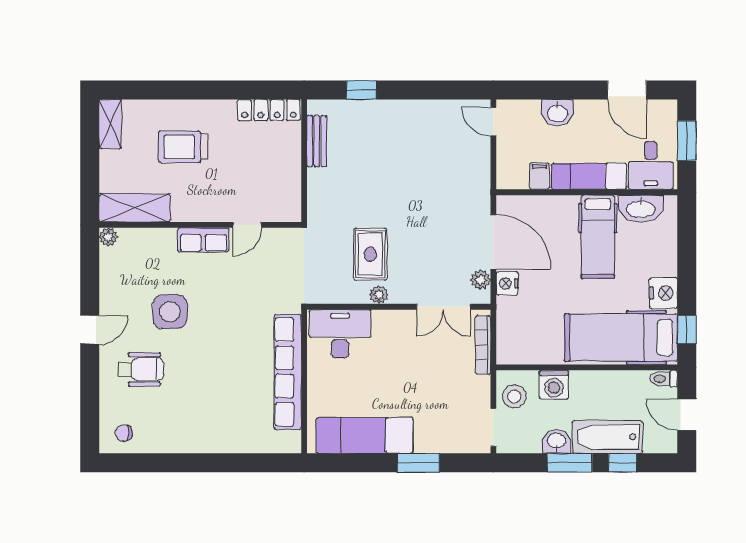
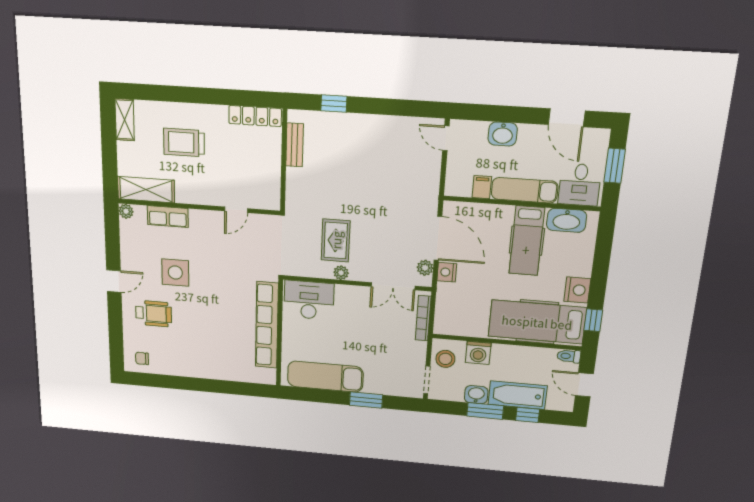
row of seats: (203, 240) -> (168, 217), moved

